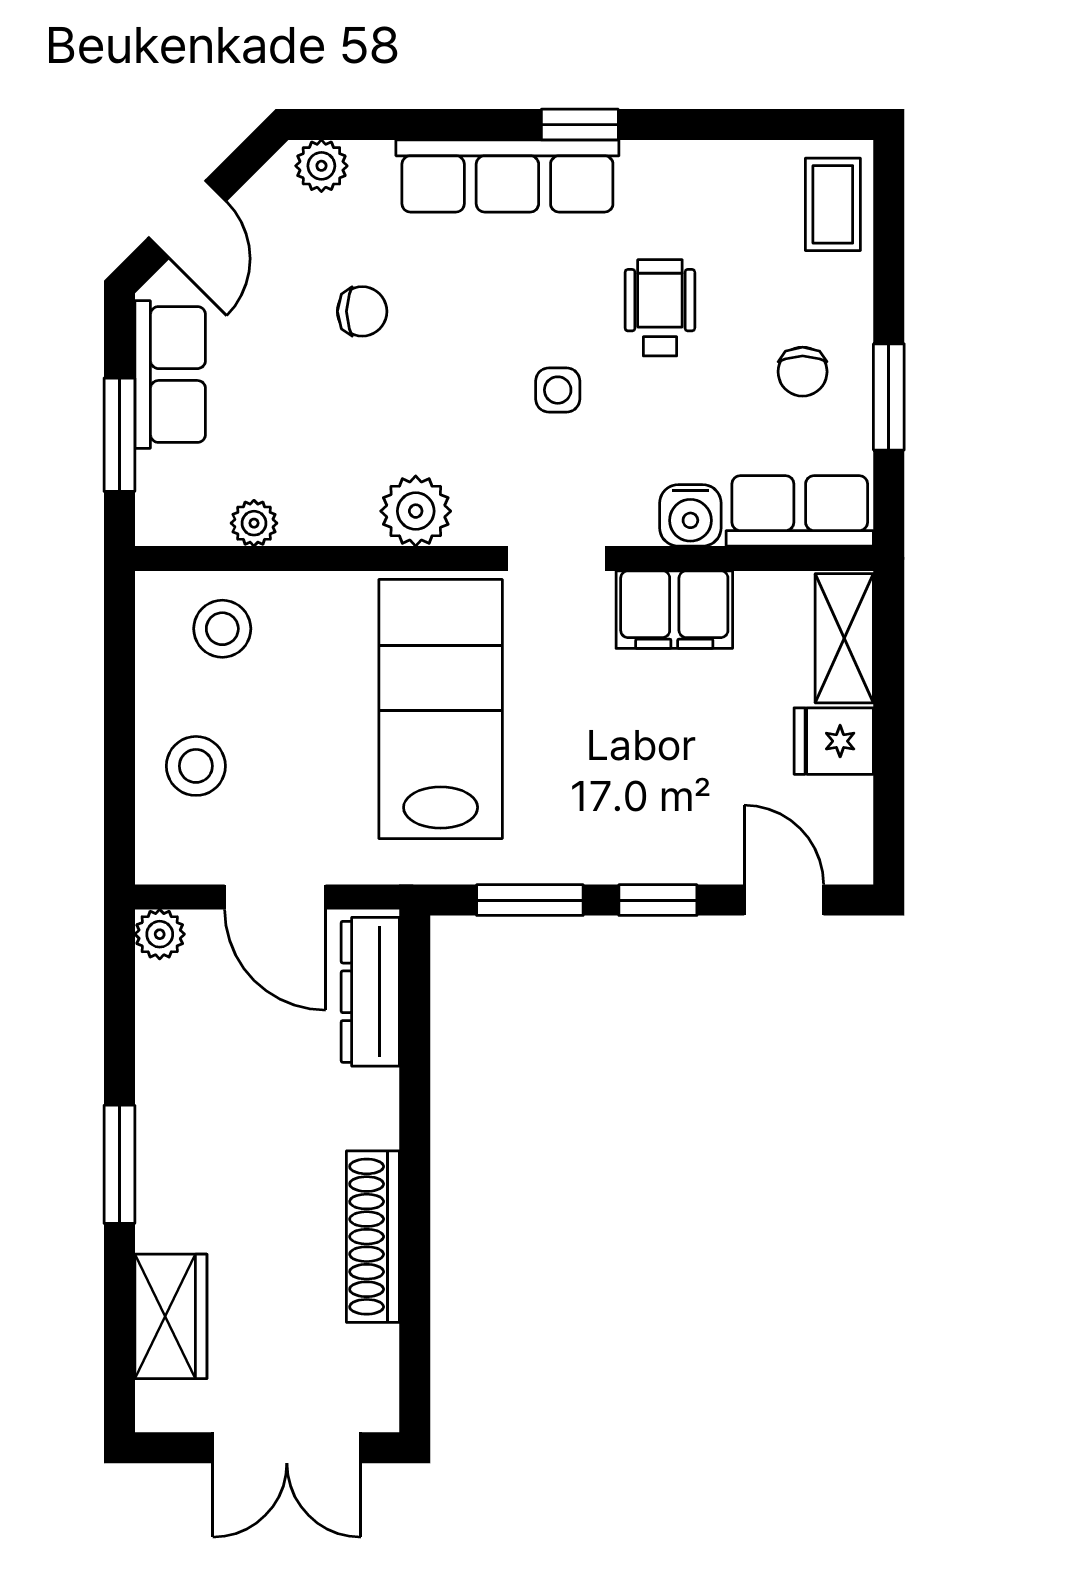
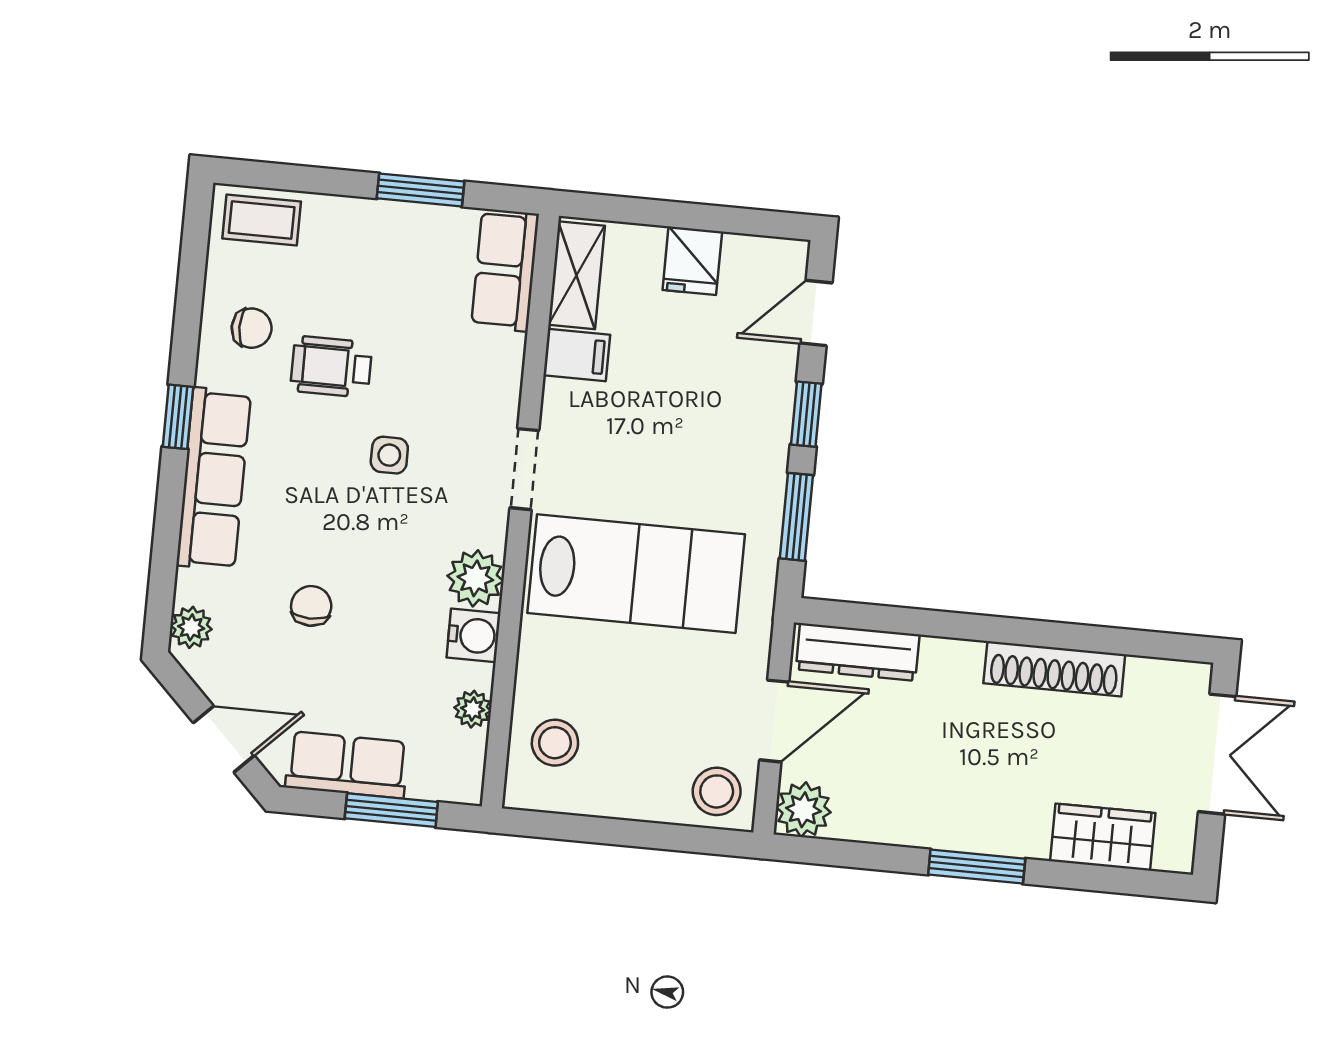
chair: (803, 372) -> (252, 328), moved
water cooler: (690, 515) -> (474, 635), moved
filing cabinet: (674, 610) -> (577, 355), width x0.50
shelving: (844, 638) -> (577, 275), moved, turned 90
lab bench: (441, 709) -> (636, 574), turned 180
stool: (196, 766) -> (717, 791), moved
plant: (160, 934) -> (803, 810), width x1.38, depth x1.38

